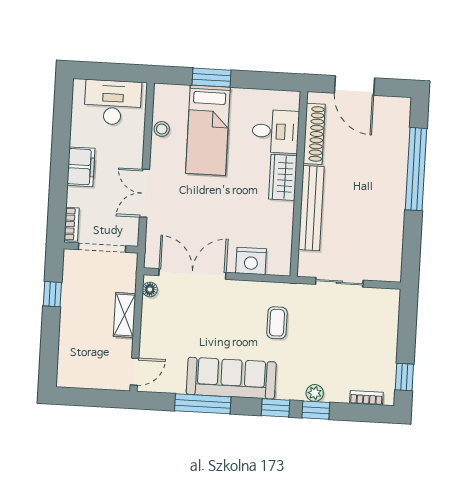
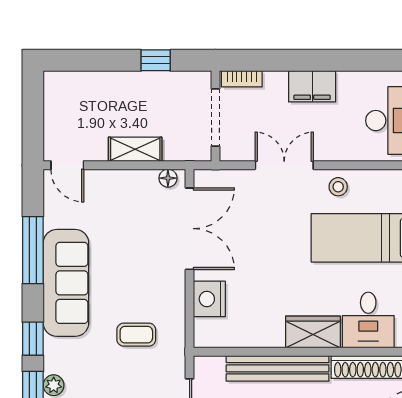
stool: (162, 129) -> (338, 187), moved

